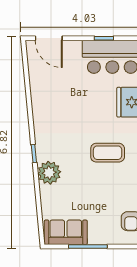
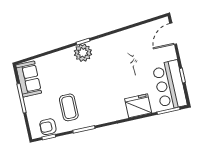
coffee table: (108, 153) -> (69, 107), moved
plant: (49, 173) -> (83, 53), moved

